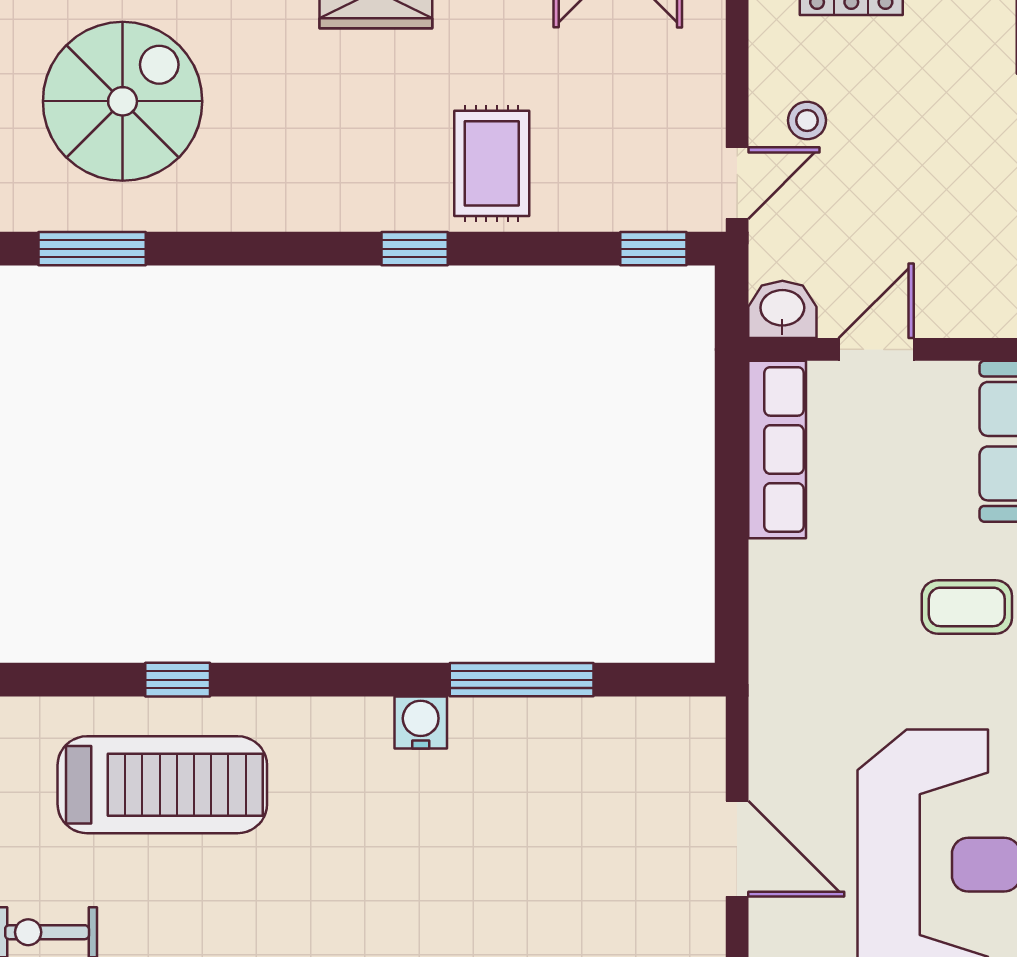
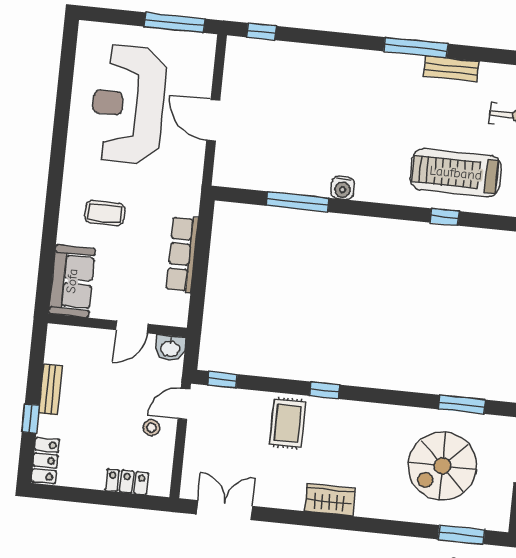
row of seats: (777, 449) -> (182, 254), moved

